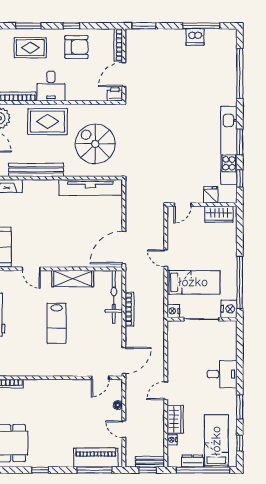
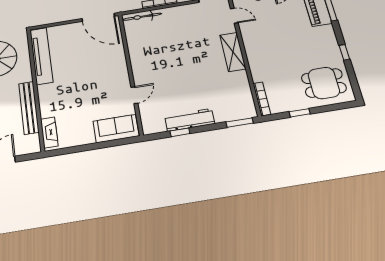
shelving: (73, 279) -> (233, 52), moved
bicycle: (114, 297) -> (142, 17), width x0.73, depth x0.71
lab bench: (57, 323) -> (187, 63), removed

